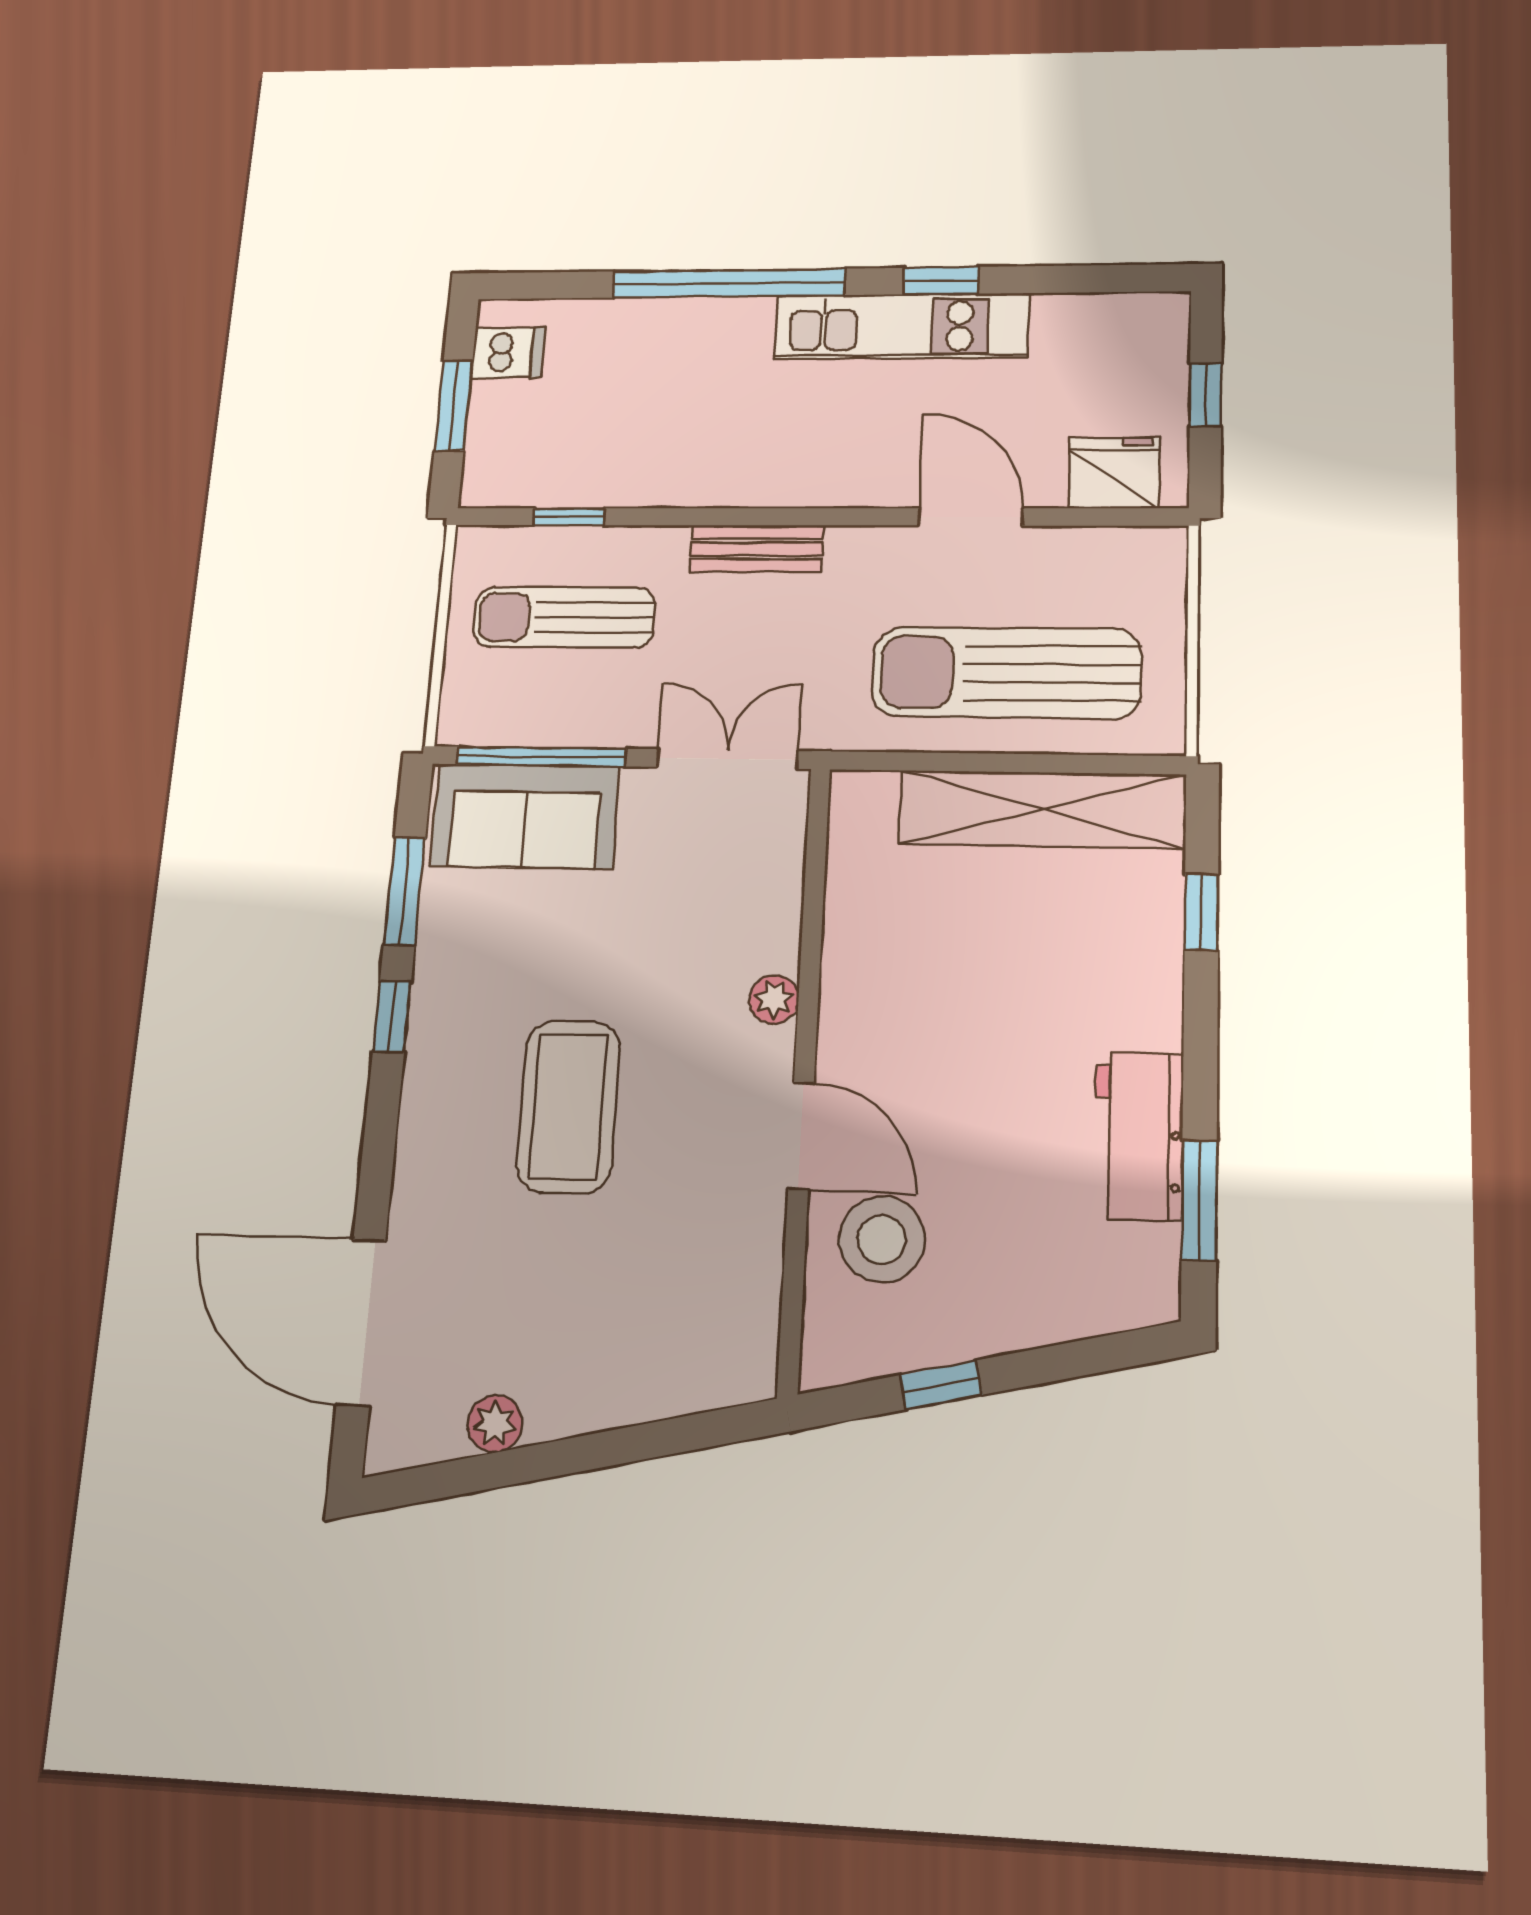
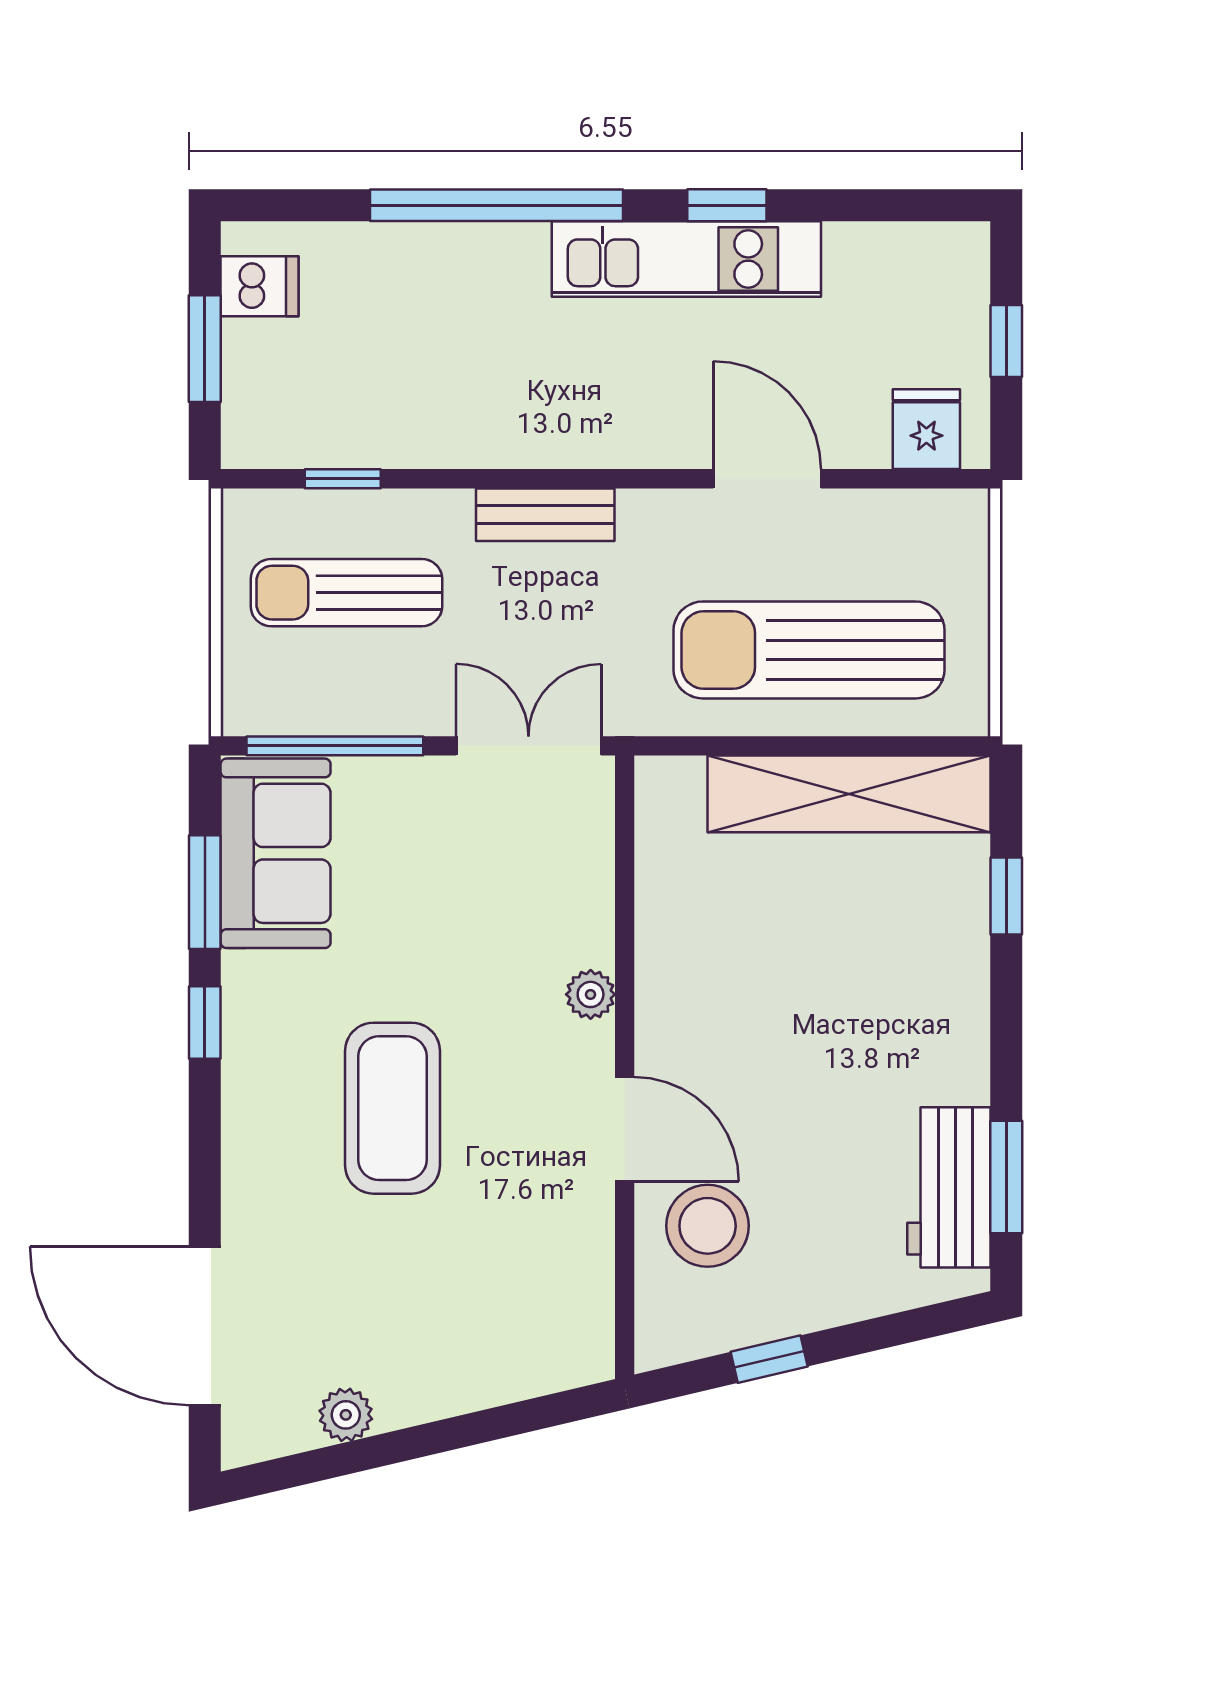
fridge: (1114, 473) -> (926, 429), width x0.72
sofa: (525, 816) -> (276, 853), moved, turned -90
workbench: (1139, 1136) -> (949, 1187), moved

